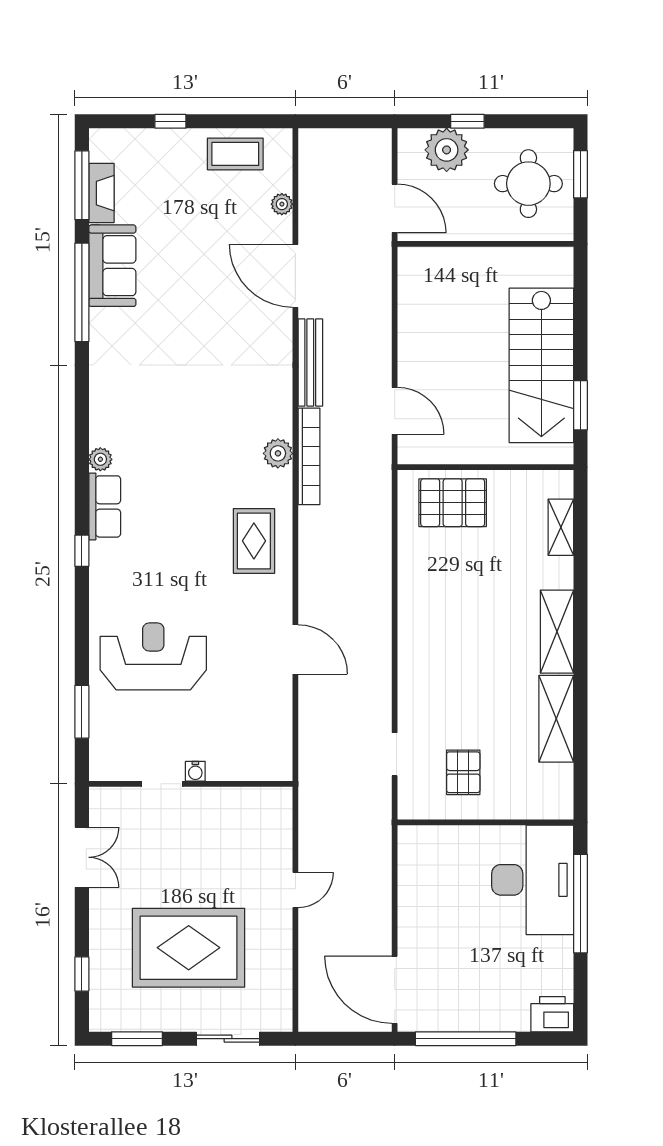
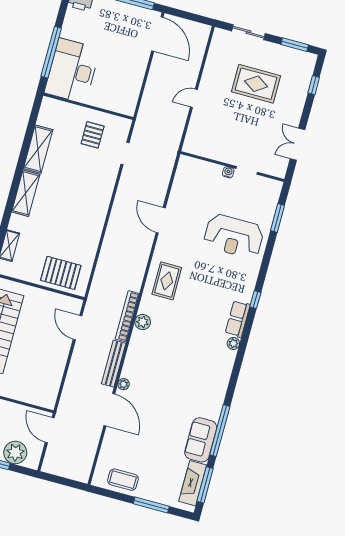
window: (170, 121) -> (151, 505), width x2.17
fireplace: (101, 193) -> (193, 483), width x1.37, depth x1.32
plant: (282, 204) -> (124, 384), moved
rug: (189, 948) -> (256, 84), width x0.73, depth x0.69

